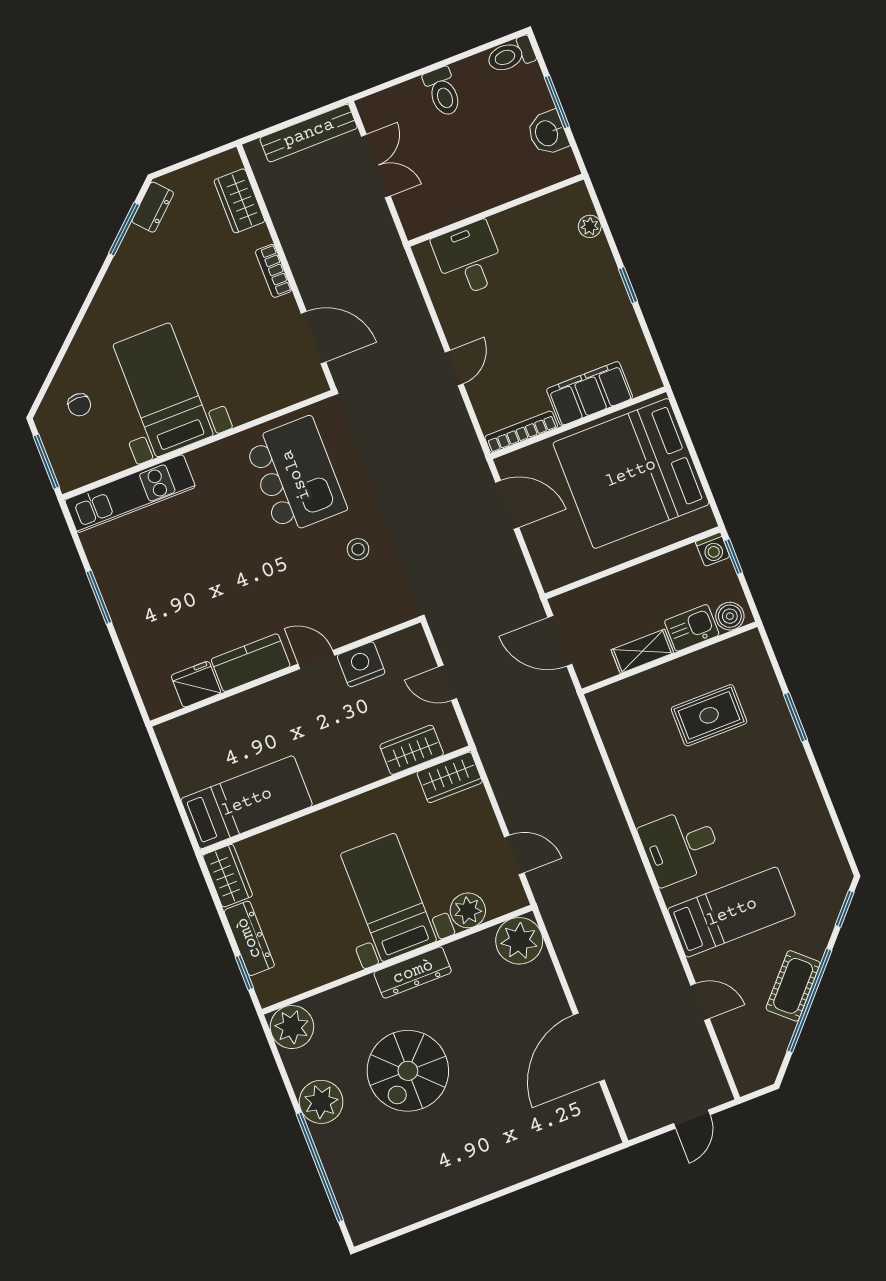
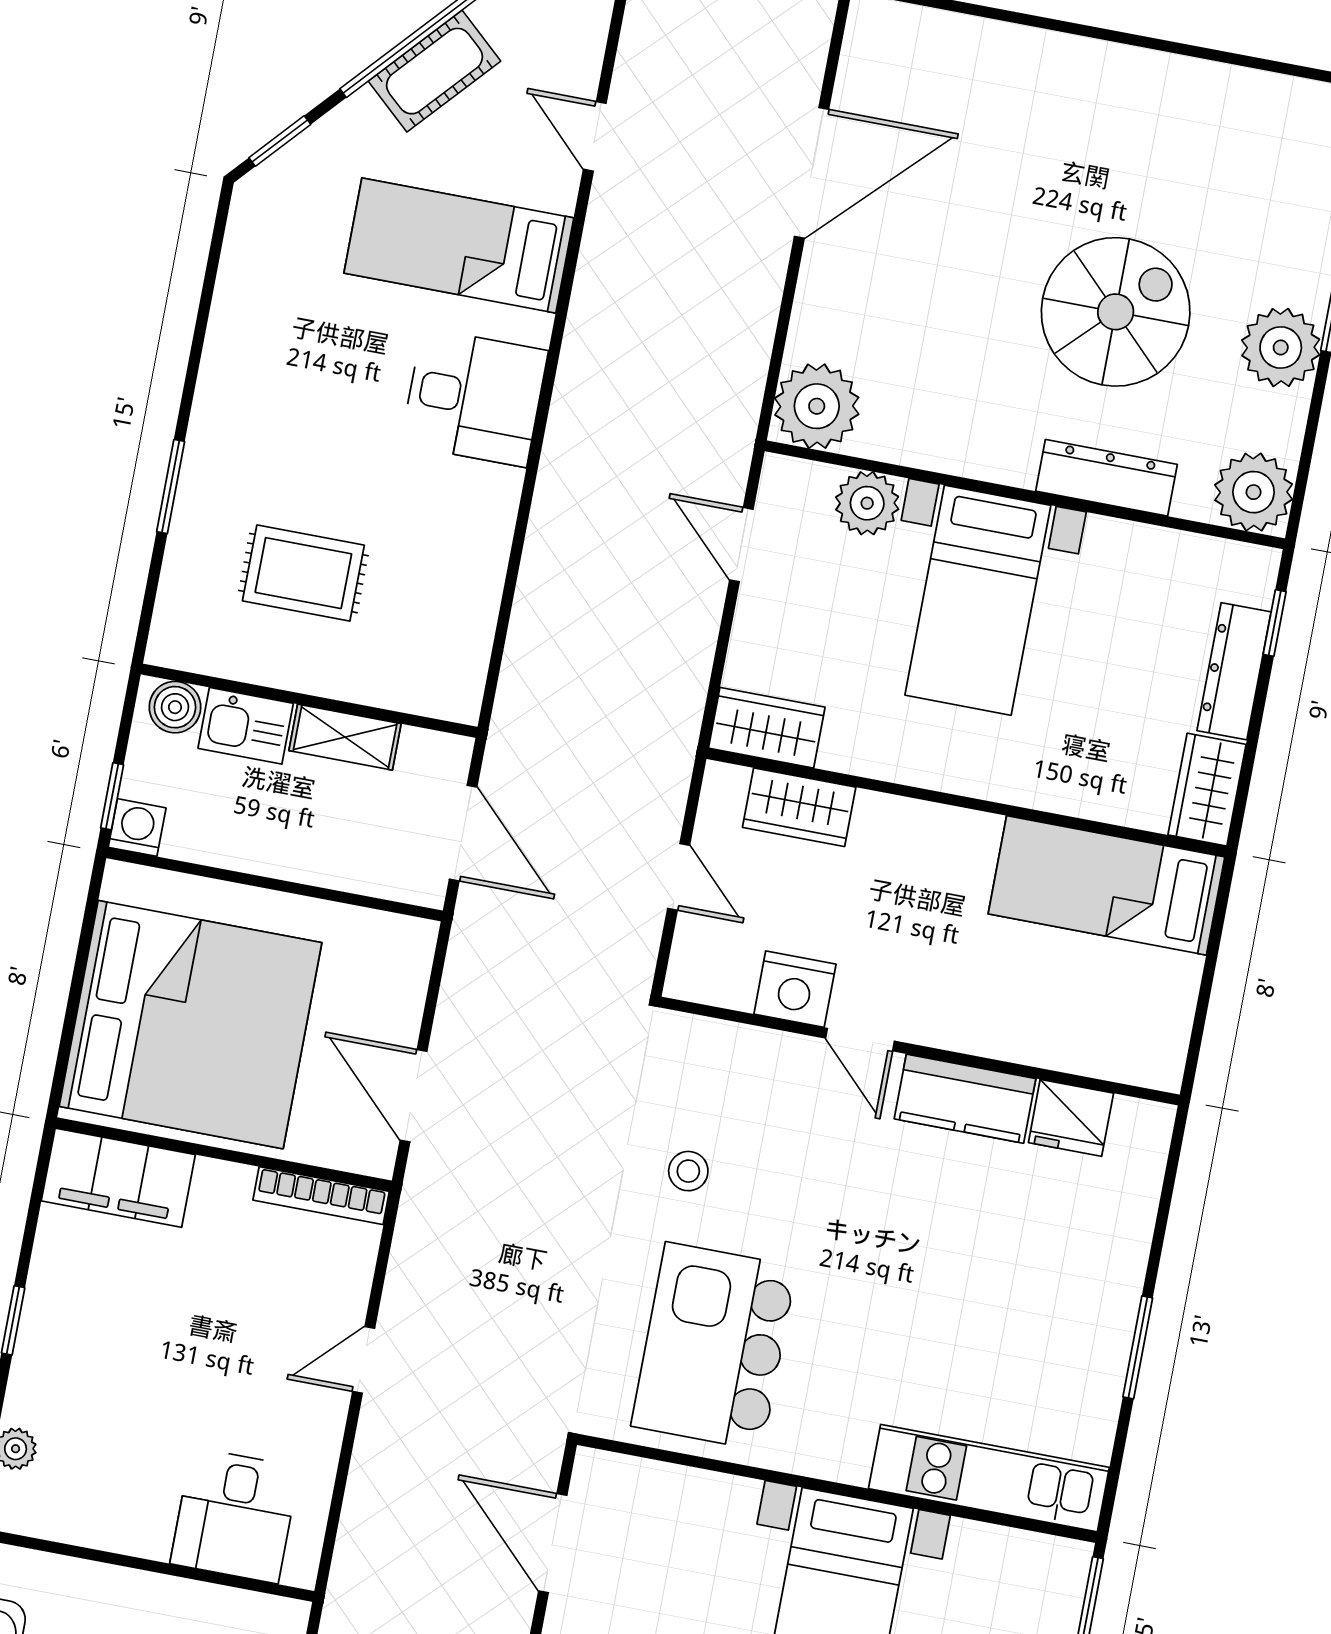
filing cabinet: (590, 394) -> (118, 1178), moved
dresser: (413, 972) -> (1107, 478), moved

